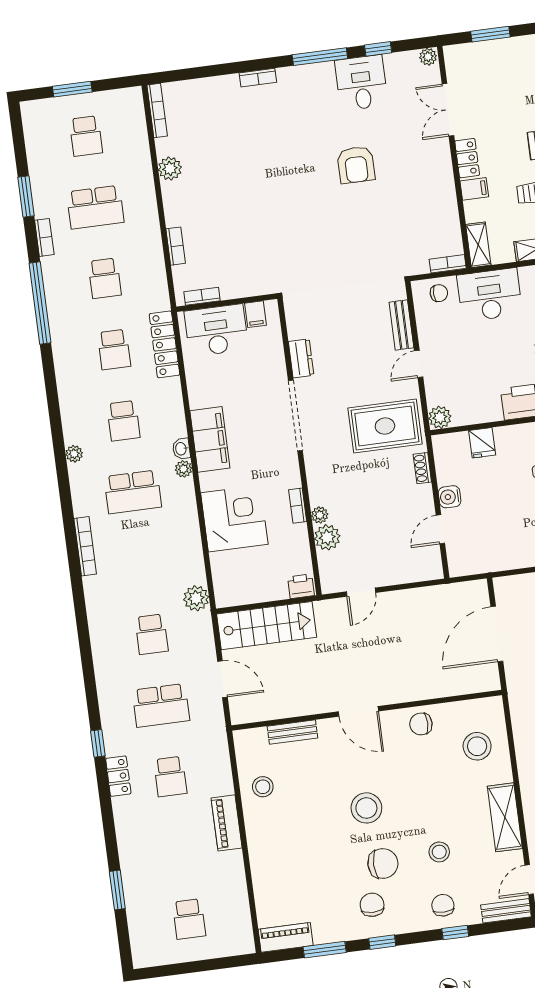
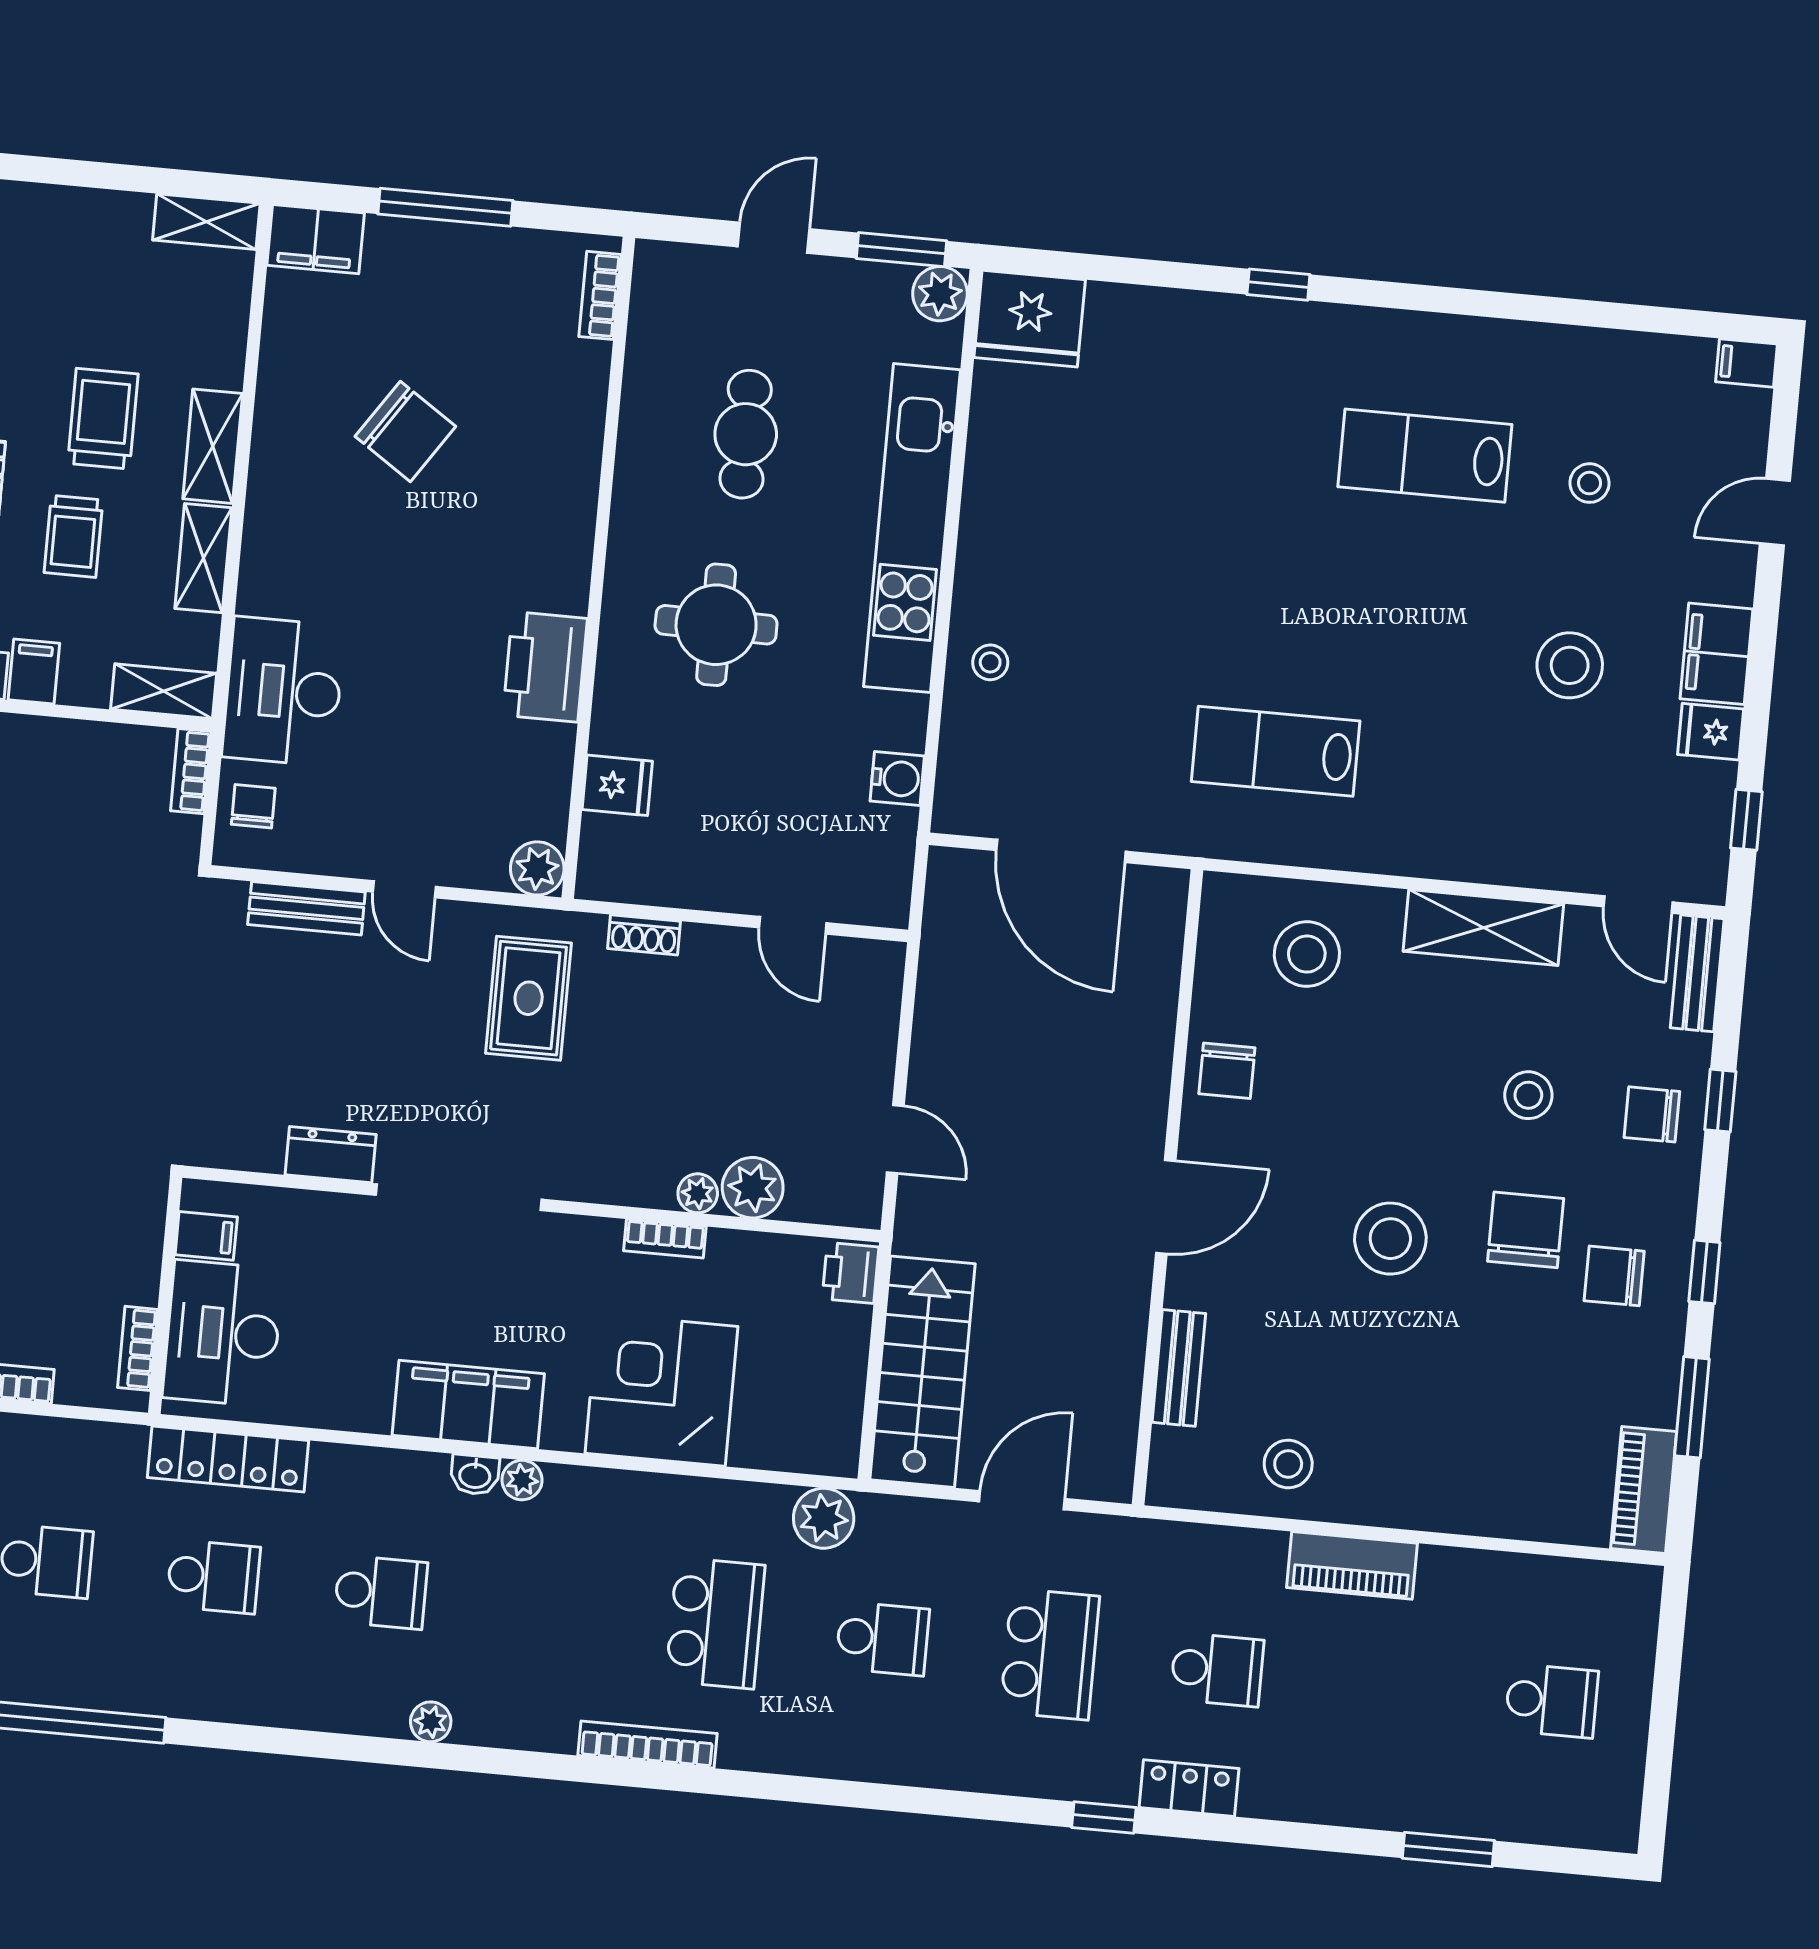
rug: (385, 426) -> (529, 998), width x0.73, depth x0.70
school desk: (133, 492) -> (715, 1623), moved
water cooler: (450, 497) -> (897, 779), moved, turned -90

